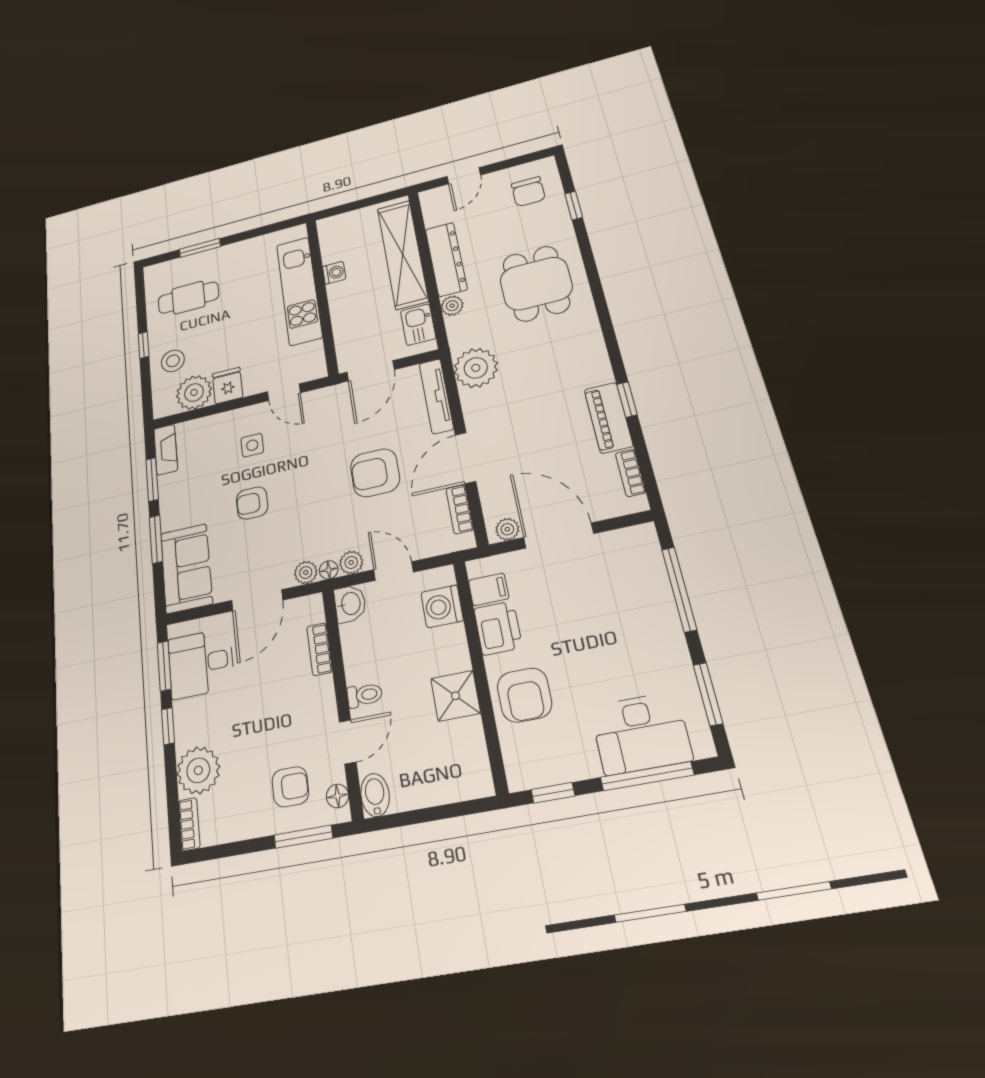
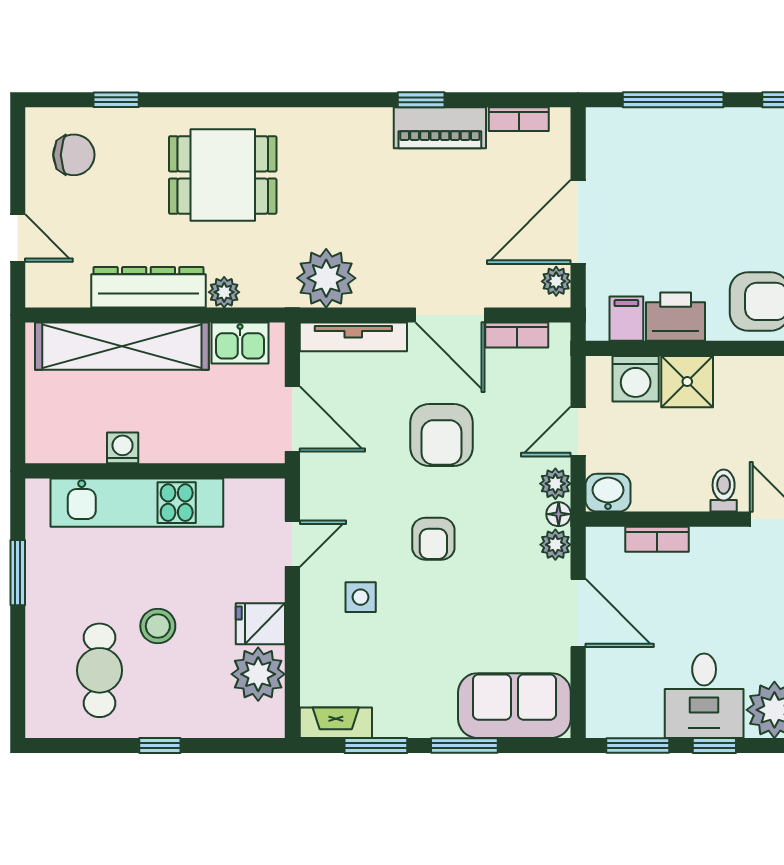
window: (200, 248) -> (18, 573), moved
stool: (173, 361) -> (158, 626), moved
armchair: (252, 503) -> (433, 539), moved
desk: (201, 663) -> (704, 696), moved
shower: (456, 696) -> (687, 382), moved

